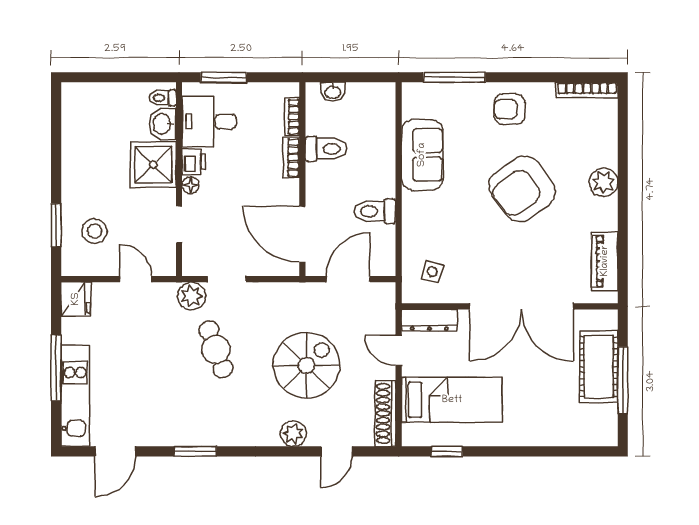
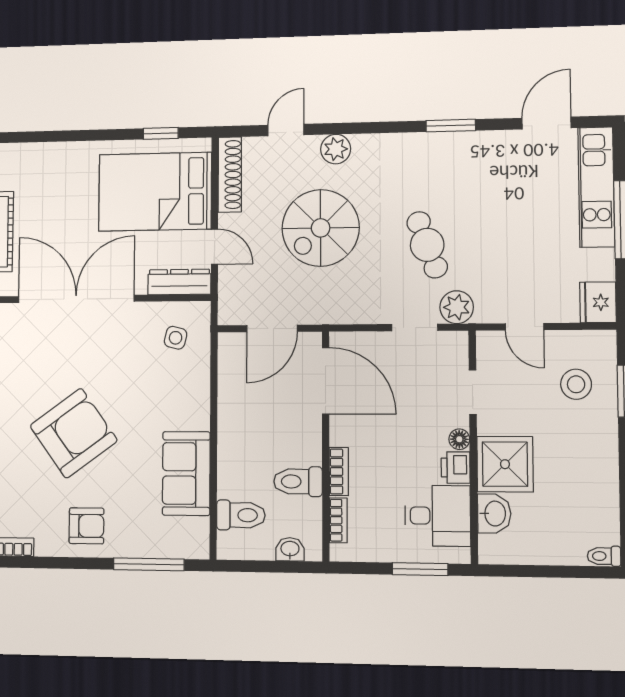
toilet: (163, 98) -> (604, 556), moved, turned 180
toilet: (375, 211) -> (241, 515), moved
bed: (452, 400) -> (155, 192), width x1.50

